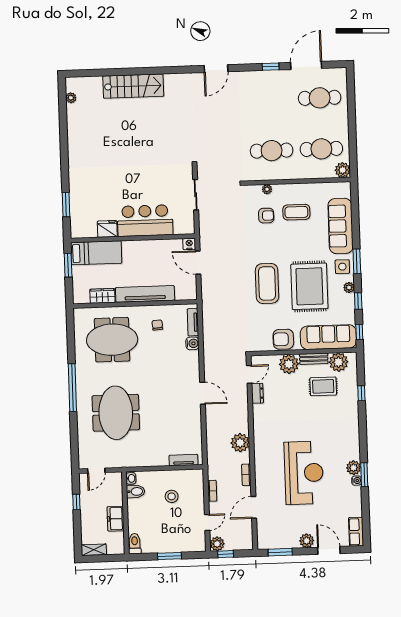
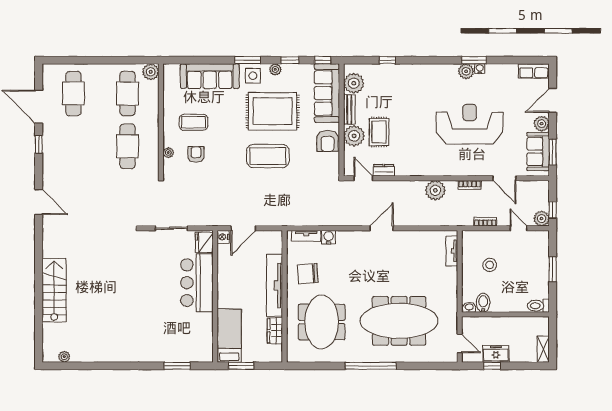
coffee table: (296, 212) -> (194, 122), turned 90
fridge: (107, 229) -> (204, 242), moved
chair: (157, 325) -> (308, 274), width x1.87, depth x1.87
rug: (323, 386) -> (379, 132), moved
meeting table: (116, 413) -> (399, 321), width x1.36
freezer: (116, 519) -> (496, 354), moved, turned 180
sofa: (280, 538) -> (538, 152), added

